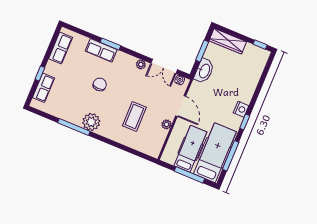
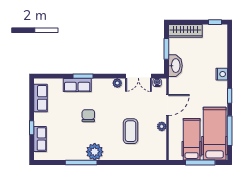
door: (181, 106) -> (167, 105), hinge flipped
nightstand: (241, 109) -> (222, 74), moved

